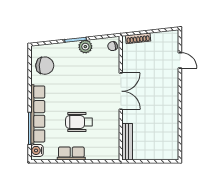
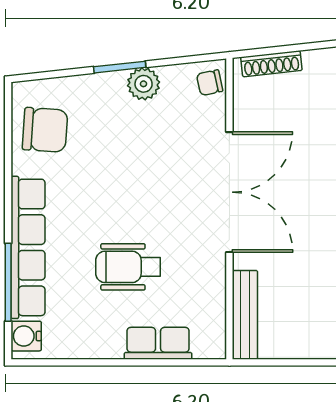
double door: (121, 91) -> (229, 192), width x1.36
row of seats: (71, 153) -> (158, 343), moved

